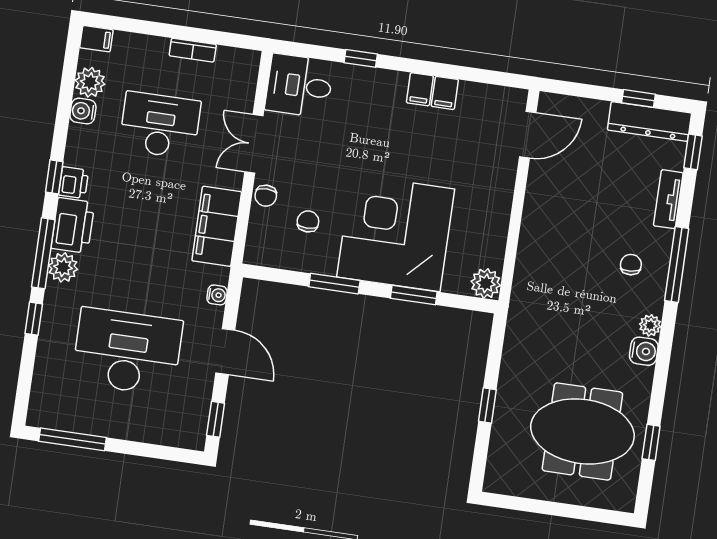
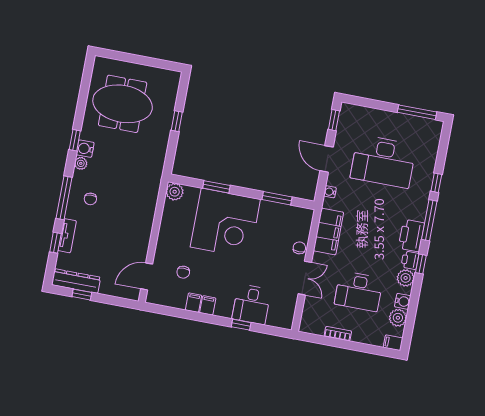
desk: (299, 86) -> (252, 304), moved, turned 90
window: (693, 152) -> (55, 243), moved
chair: (308, 221) -> (183, 272), moved
plant: (63, 267) -> (406, 278), moved
window: (334, 284) -> (277, 198), moved
window: (651, 442) -> (75, 140), moved

